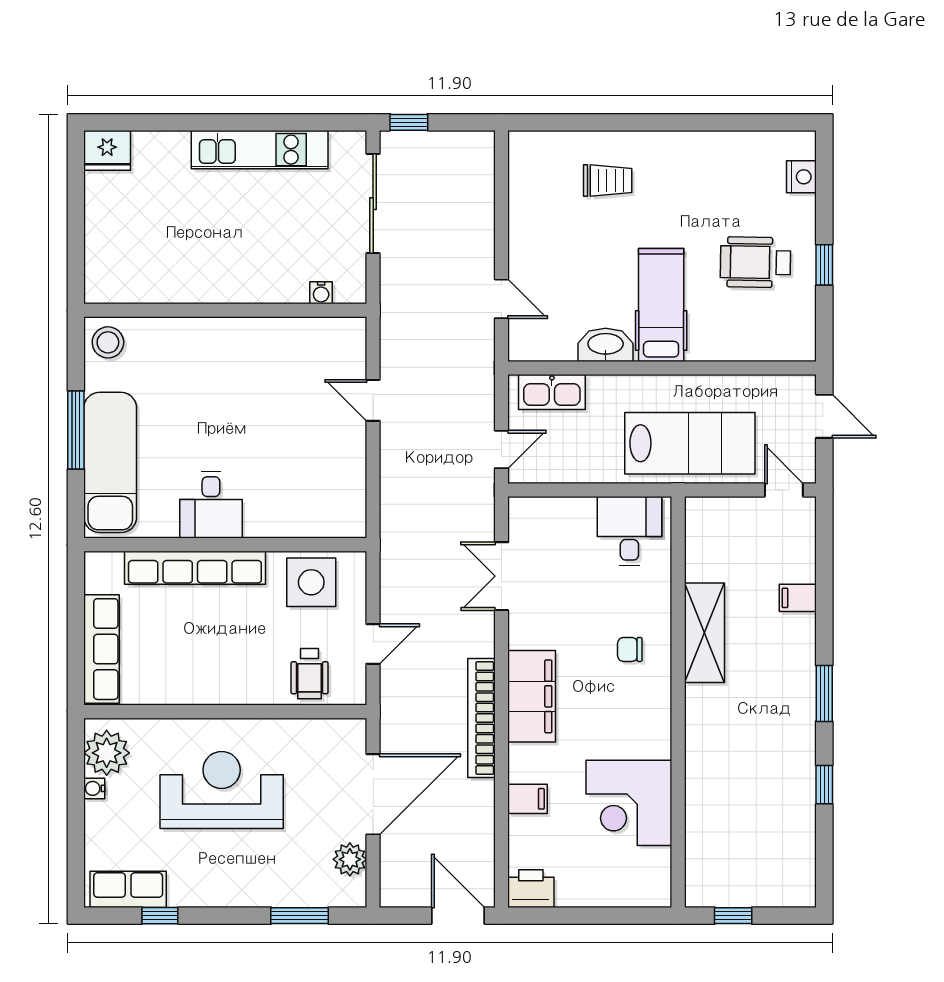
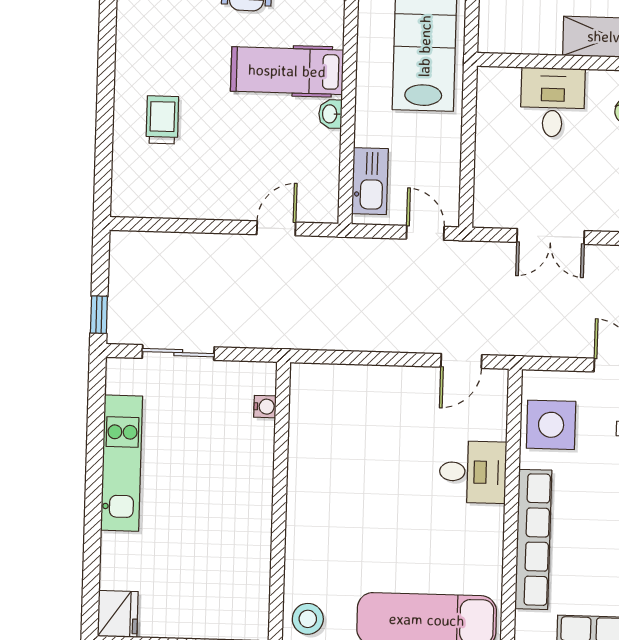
sliding door: (373, 204) -> (178, 353), width x0.73
washbasin: (606, 345) -> (330, 114), width x0.52, depth x0.69
door: (373, 400) -> (461, 361), moved
desk: (211, 505) -> (473, 472), moved
desk: (629, 531) -> (553, 102), moved, turned 90

